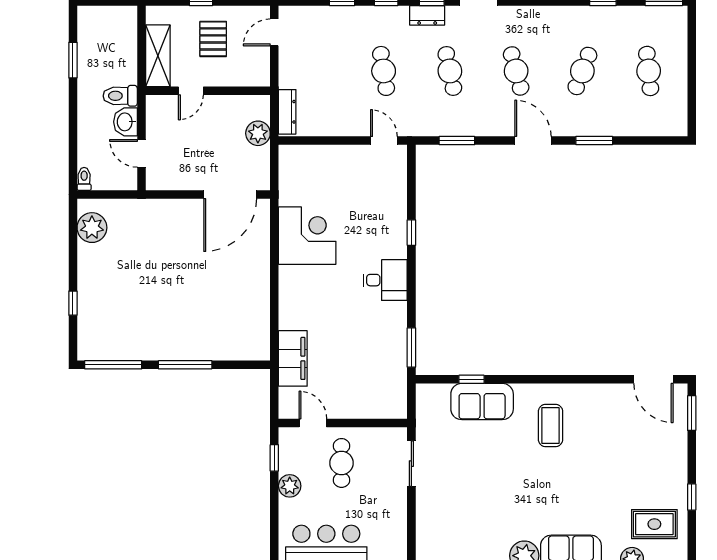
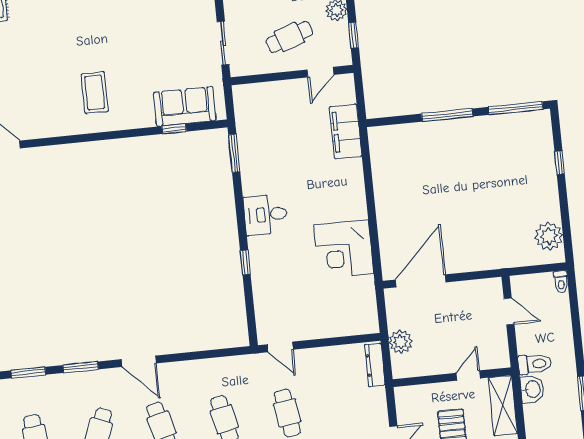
washbasin: (125, 122) -> (532, 389), moved
window: (457, 141) -> (28, 373), moved
sofa: (482, 402) -> (185, 106), moved
door: (313, 423) -> (320, 72), hinge flipped
cafe table: (342, 463) -> (289, 37), turned 71

